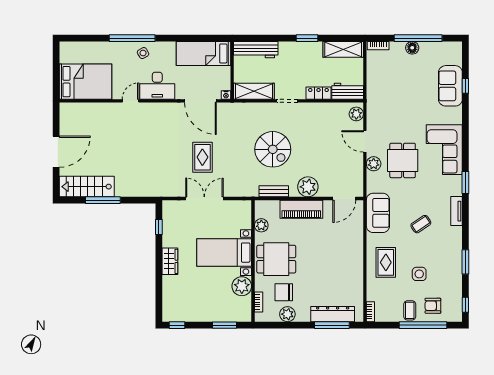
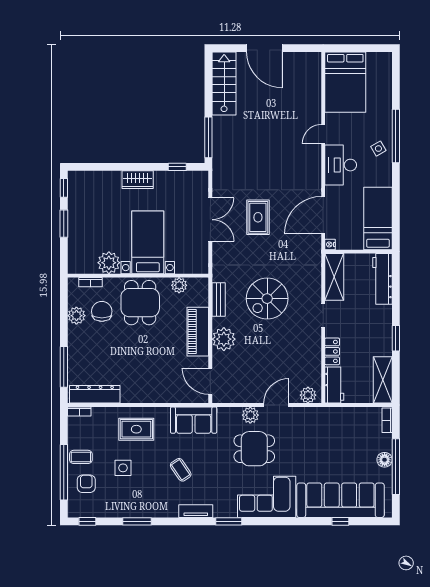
sofa: (450, 86) -> (340, 500), width x1.85, depth x1.27
door: (131, 101) -> (323, 134), swing flipped
rug: (202, 157) -> (258, 217), turned 90
window: (103, 200) -> (208, 137), moved
dresser: (333, 314) -> (95, 394), moved, turned -90
window: (225, 325) -> (64, 224), moved

